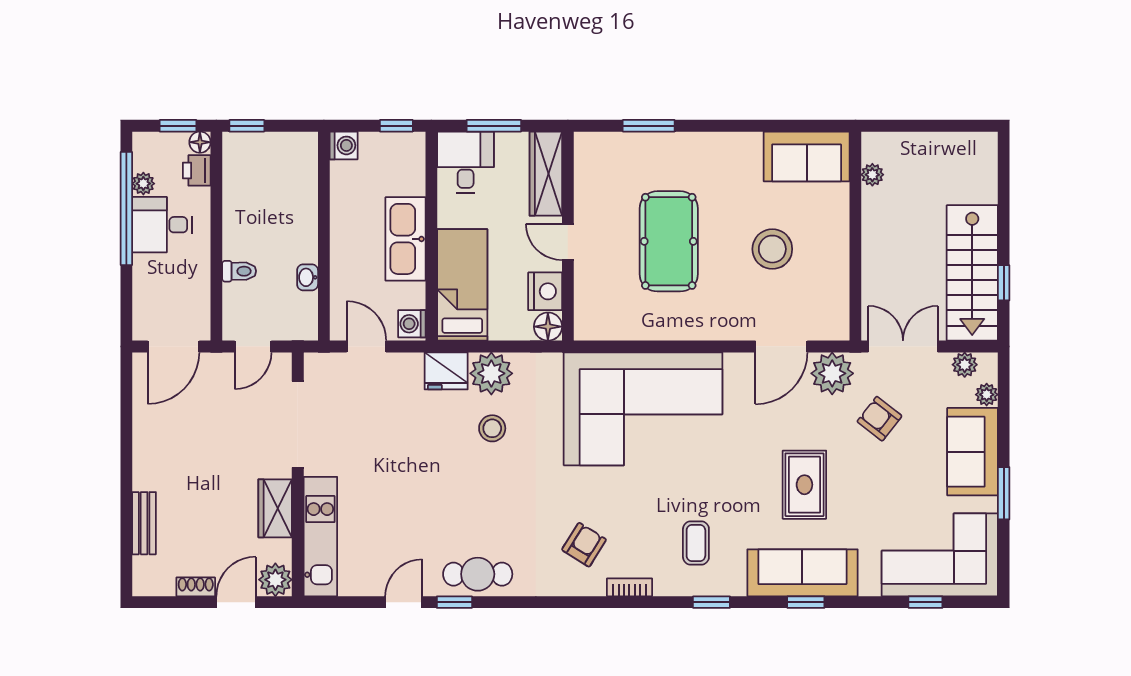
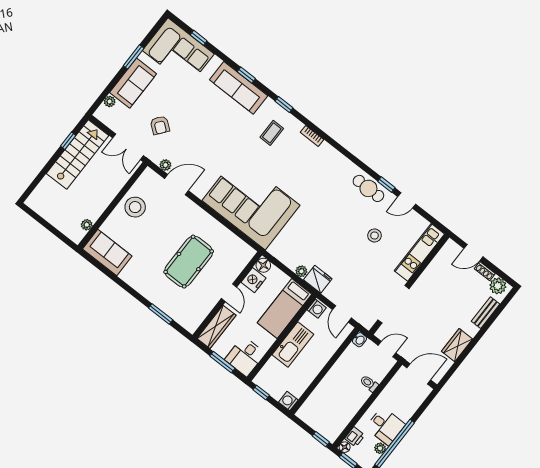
stool: (772, 249) -> (135, 207), moved
washbasin: (308, 277) -> (359, 340), moved
plant: (965, 365) -> (109, 120), removed
plant: (491, 373) -> (301, 271), width x0.53, depth x0.53
plant: (832, 373) -> (165, 165), width x0.53, depth x0.53
stool: (492, 428) -> (374, 235), moved
rug: (804, 485) -> (210, 122), removed
wardrobe: (275, 508) -> (457, 345), moved, turned 180
armchair: (584, 545) -> (317, 167), removed
plant: (275, 580) -> (498, 286), moved

